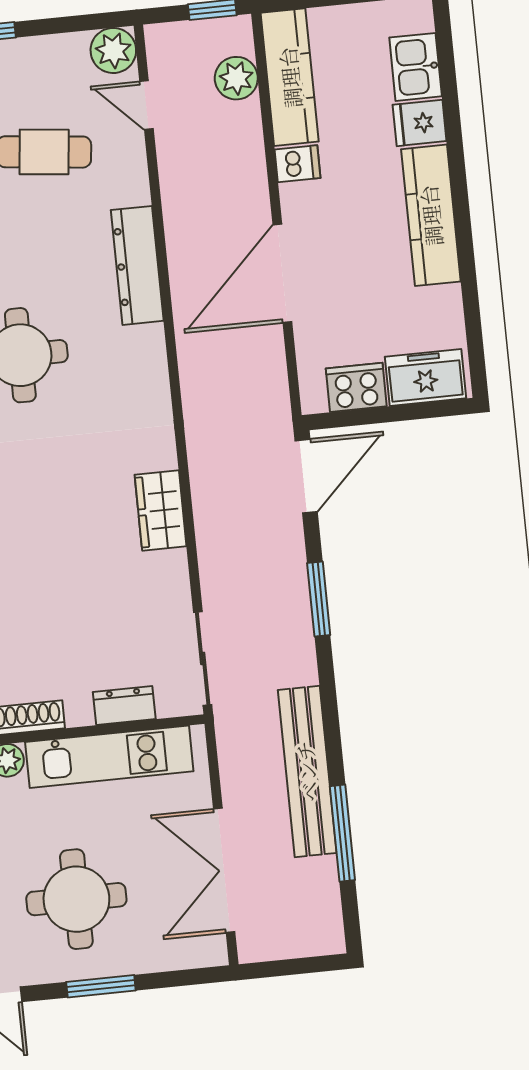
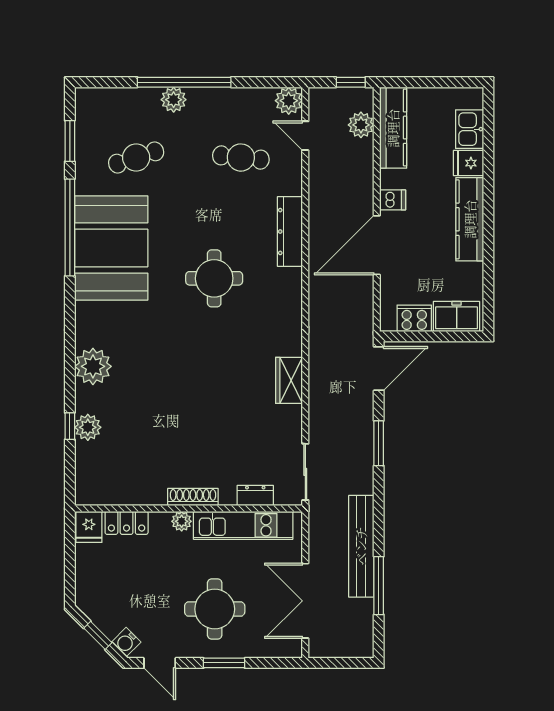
dishwasher: (298, 164) -> (393, 200), moved

